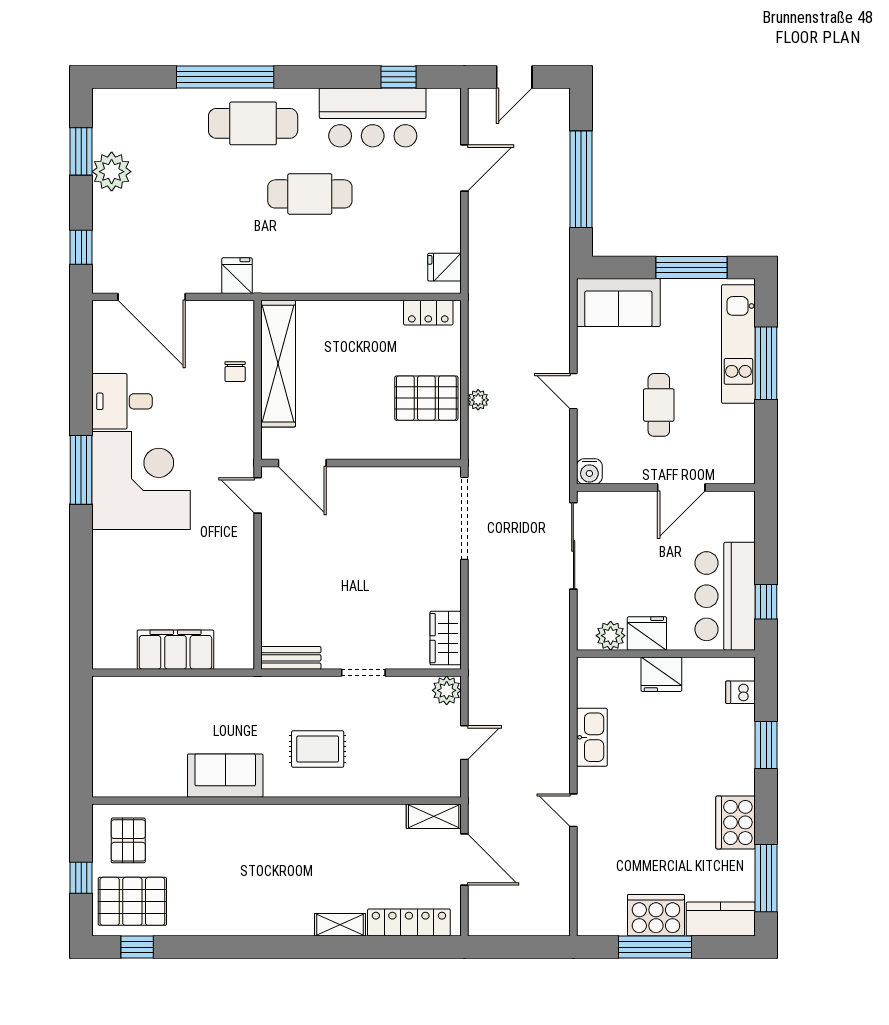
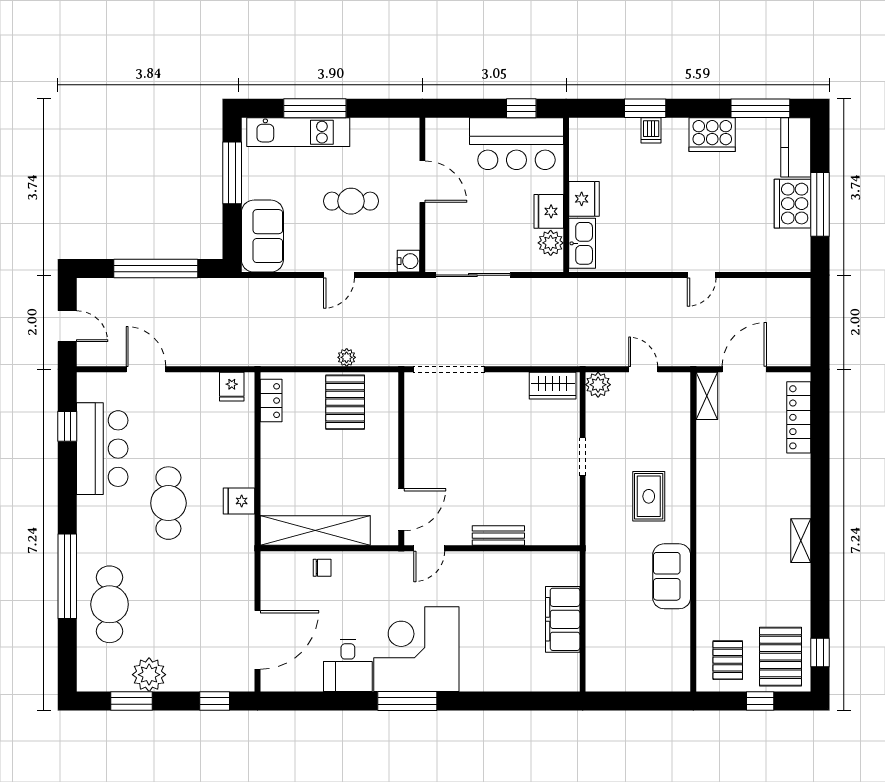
cafe table: (253, 123) -> (110, 604), moved
fridge: (237, 276) -> (239, 501), moved
bench: (291, 658) -> (498, 536), moved, turned 90
dishwasher: (741, 692) -> (651, 130), moved
kitchen sink: (592, 737) -> (582, 243), moved, turned 90
pallet: (128, 840) -> (728, 660), turned 90
shelving: (340, 925) -> (801, 541), moved

